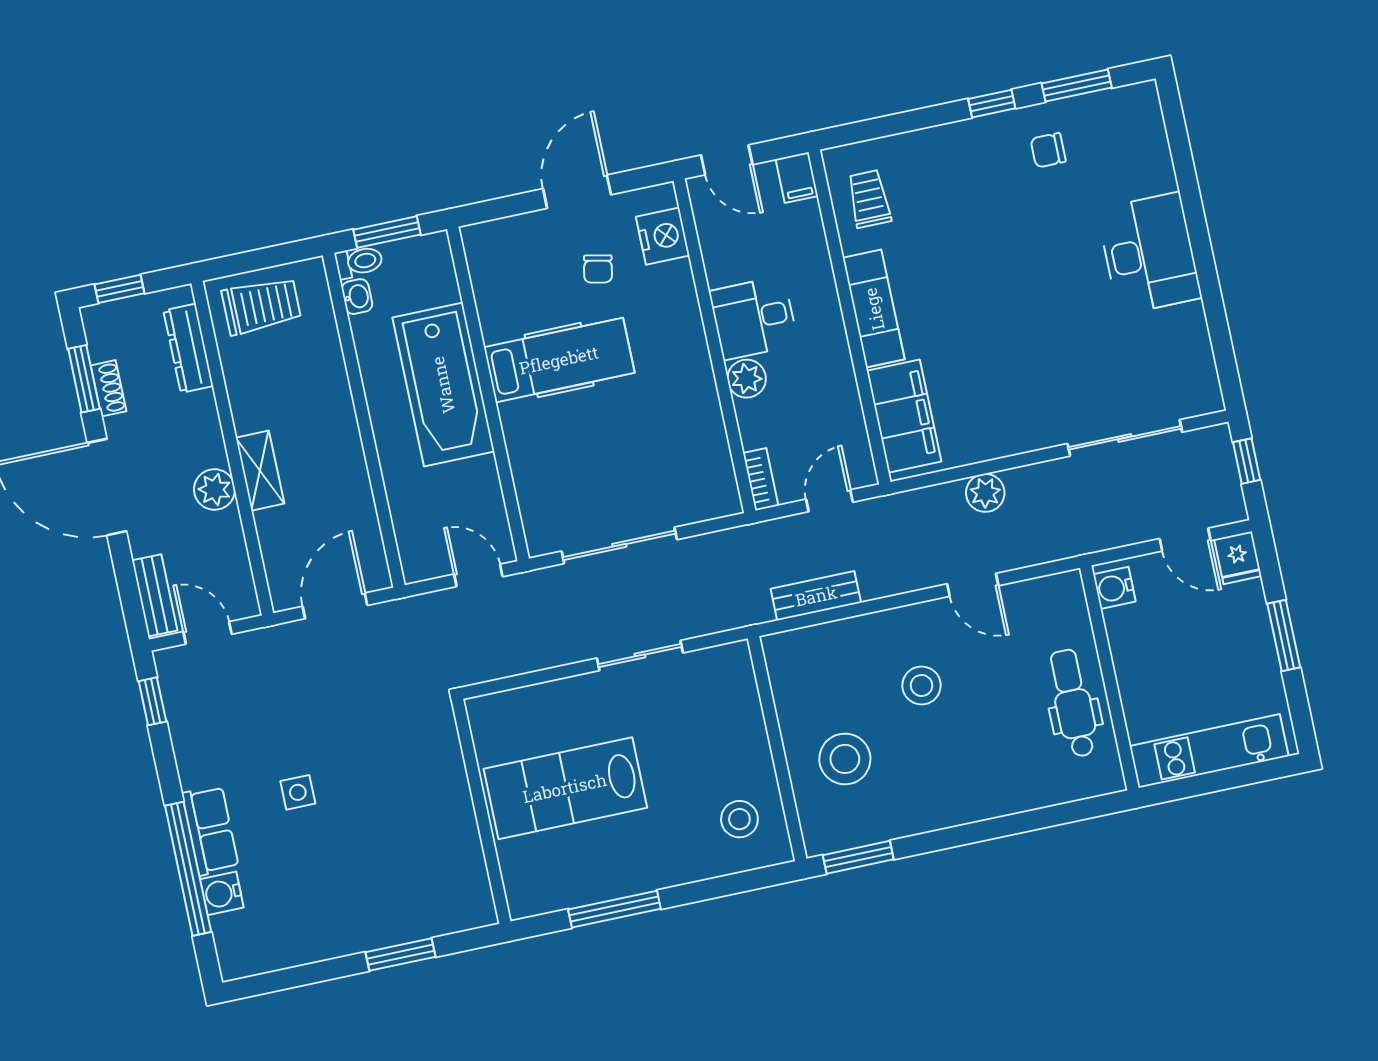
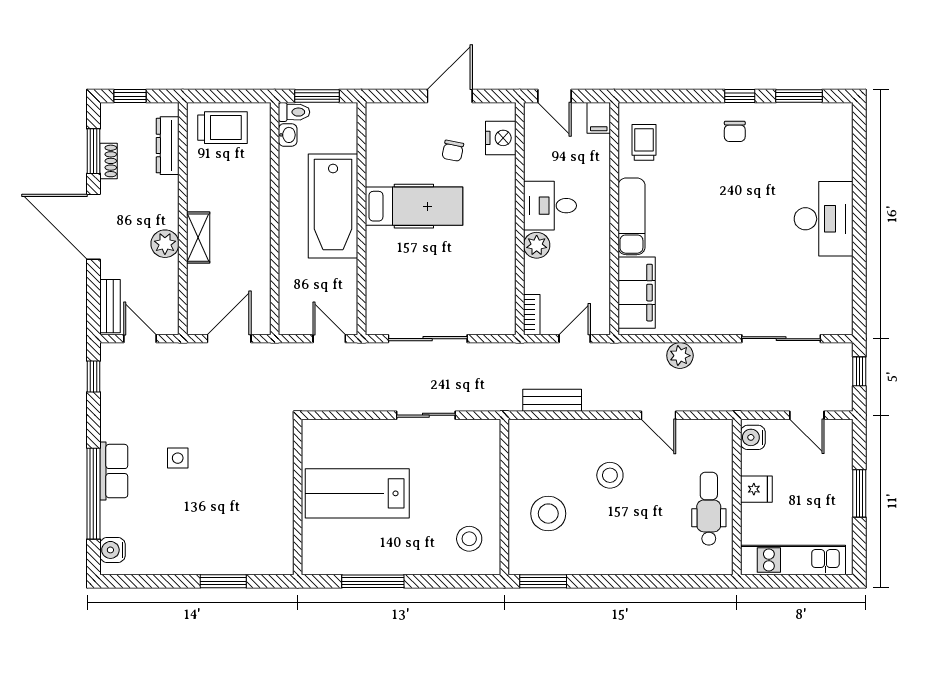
chair: (1048, 150) -> (735, 131), moved, turned -90
fridge: (1238, 558) -> (756, 489), moved, turned -90
water cooler: (222, 893) -> (112, 550), moved

